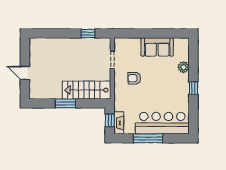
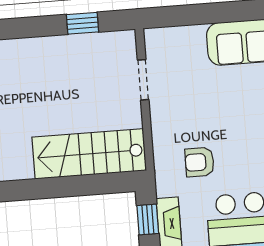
armchair: (134, 78) -> (200, 162), moved
window: (65, 103) -> (43, 188), removed

